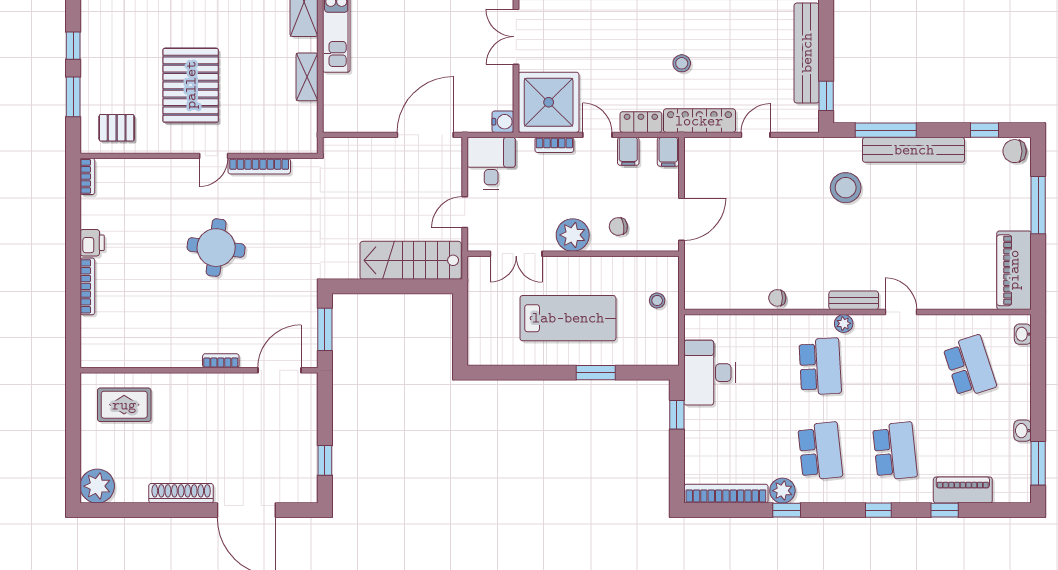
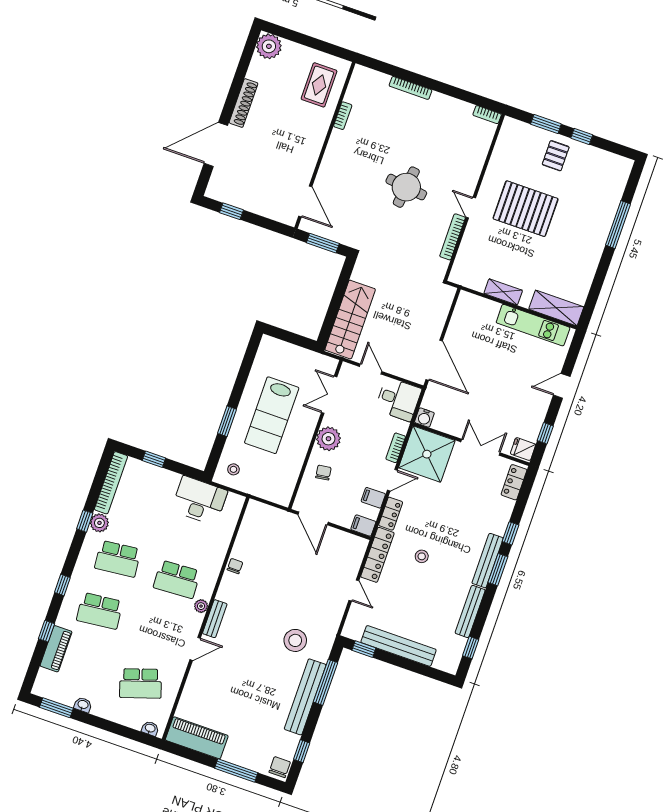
pallet: (117, 128) -> (556, 156), moved
printer: (92, 243) -> (440, 102), removed
stool: (657, 300) -> (233, 469), moved
bookcase: (221, 361) -> (343, 116), moved
window: (677, 415) -> (154, 459), moved

